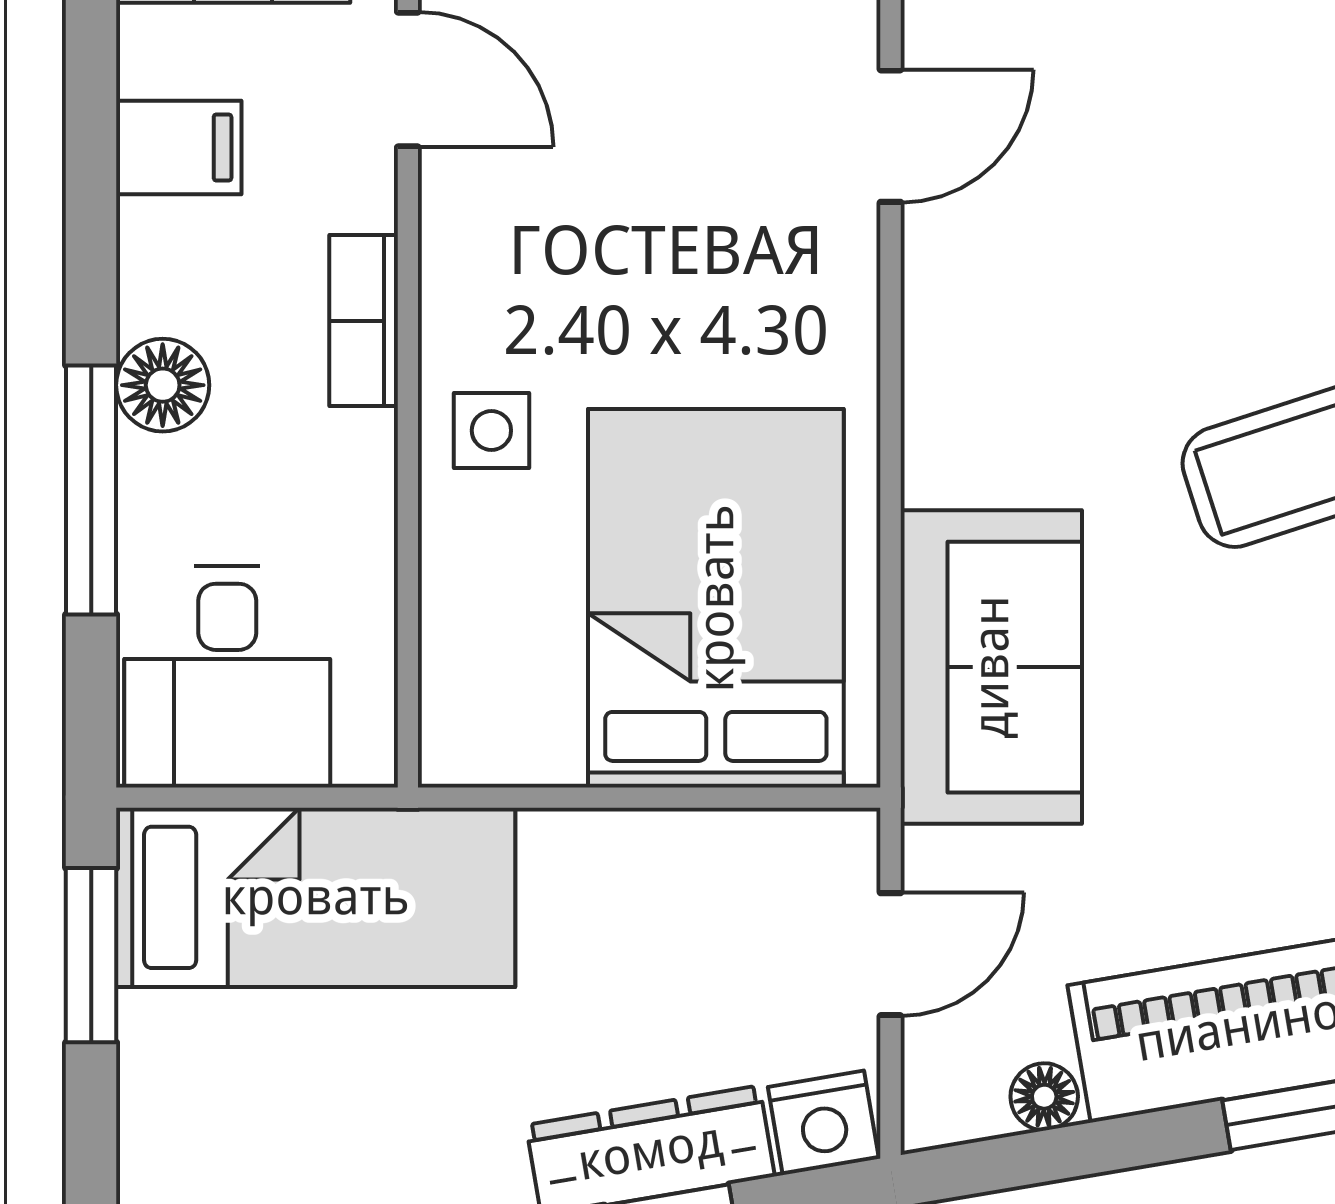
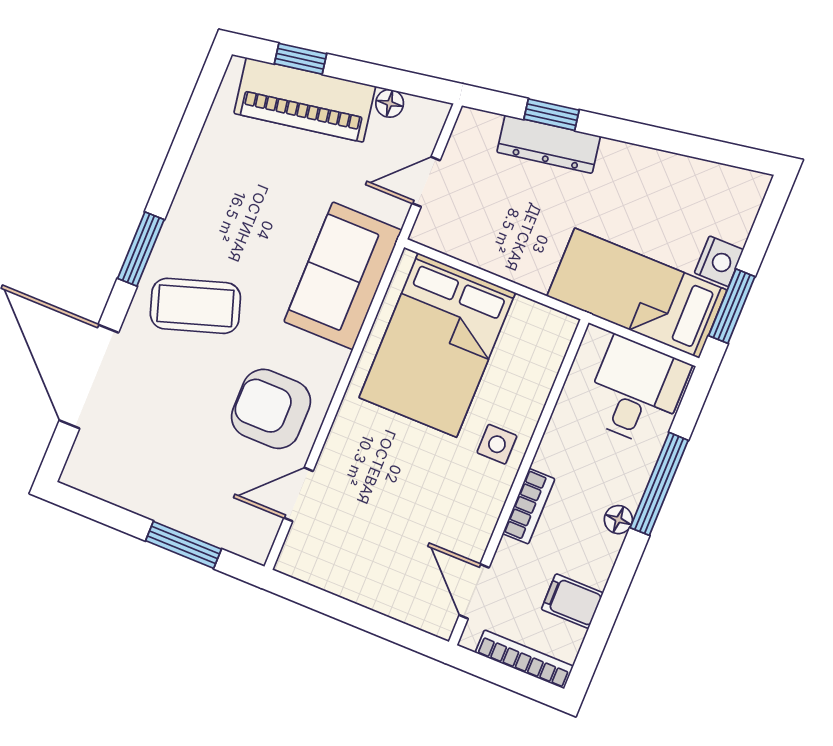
armchair: (1031, 303) -> (271, 409), added
floor lamp: (163, 385) -> (618, 520), width x0.73, depth x0.73
nightstand: (823, 1123) -> (719, 261), moved, turned 100

